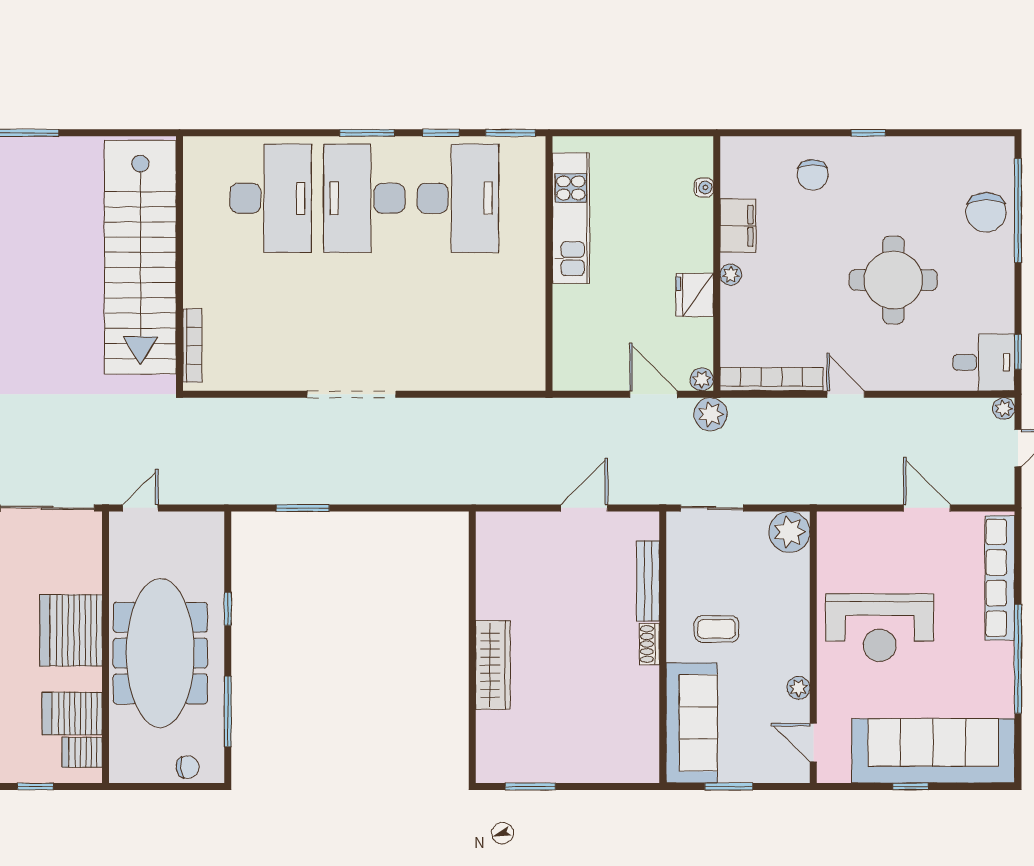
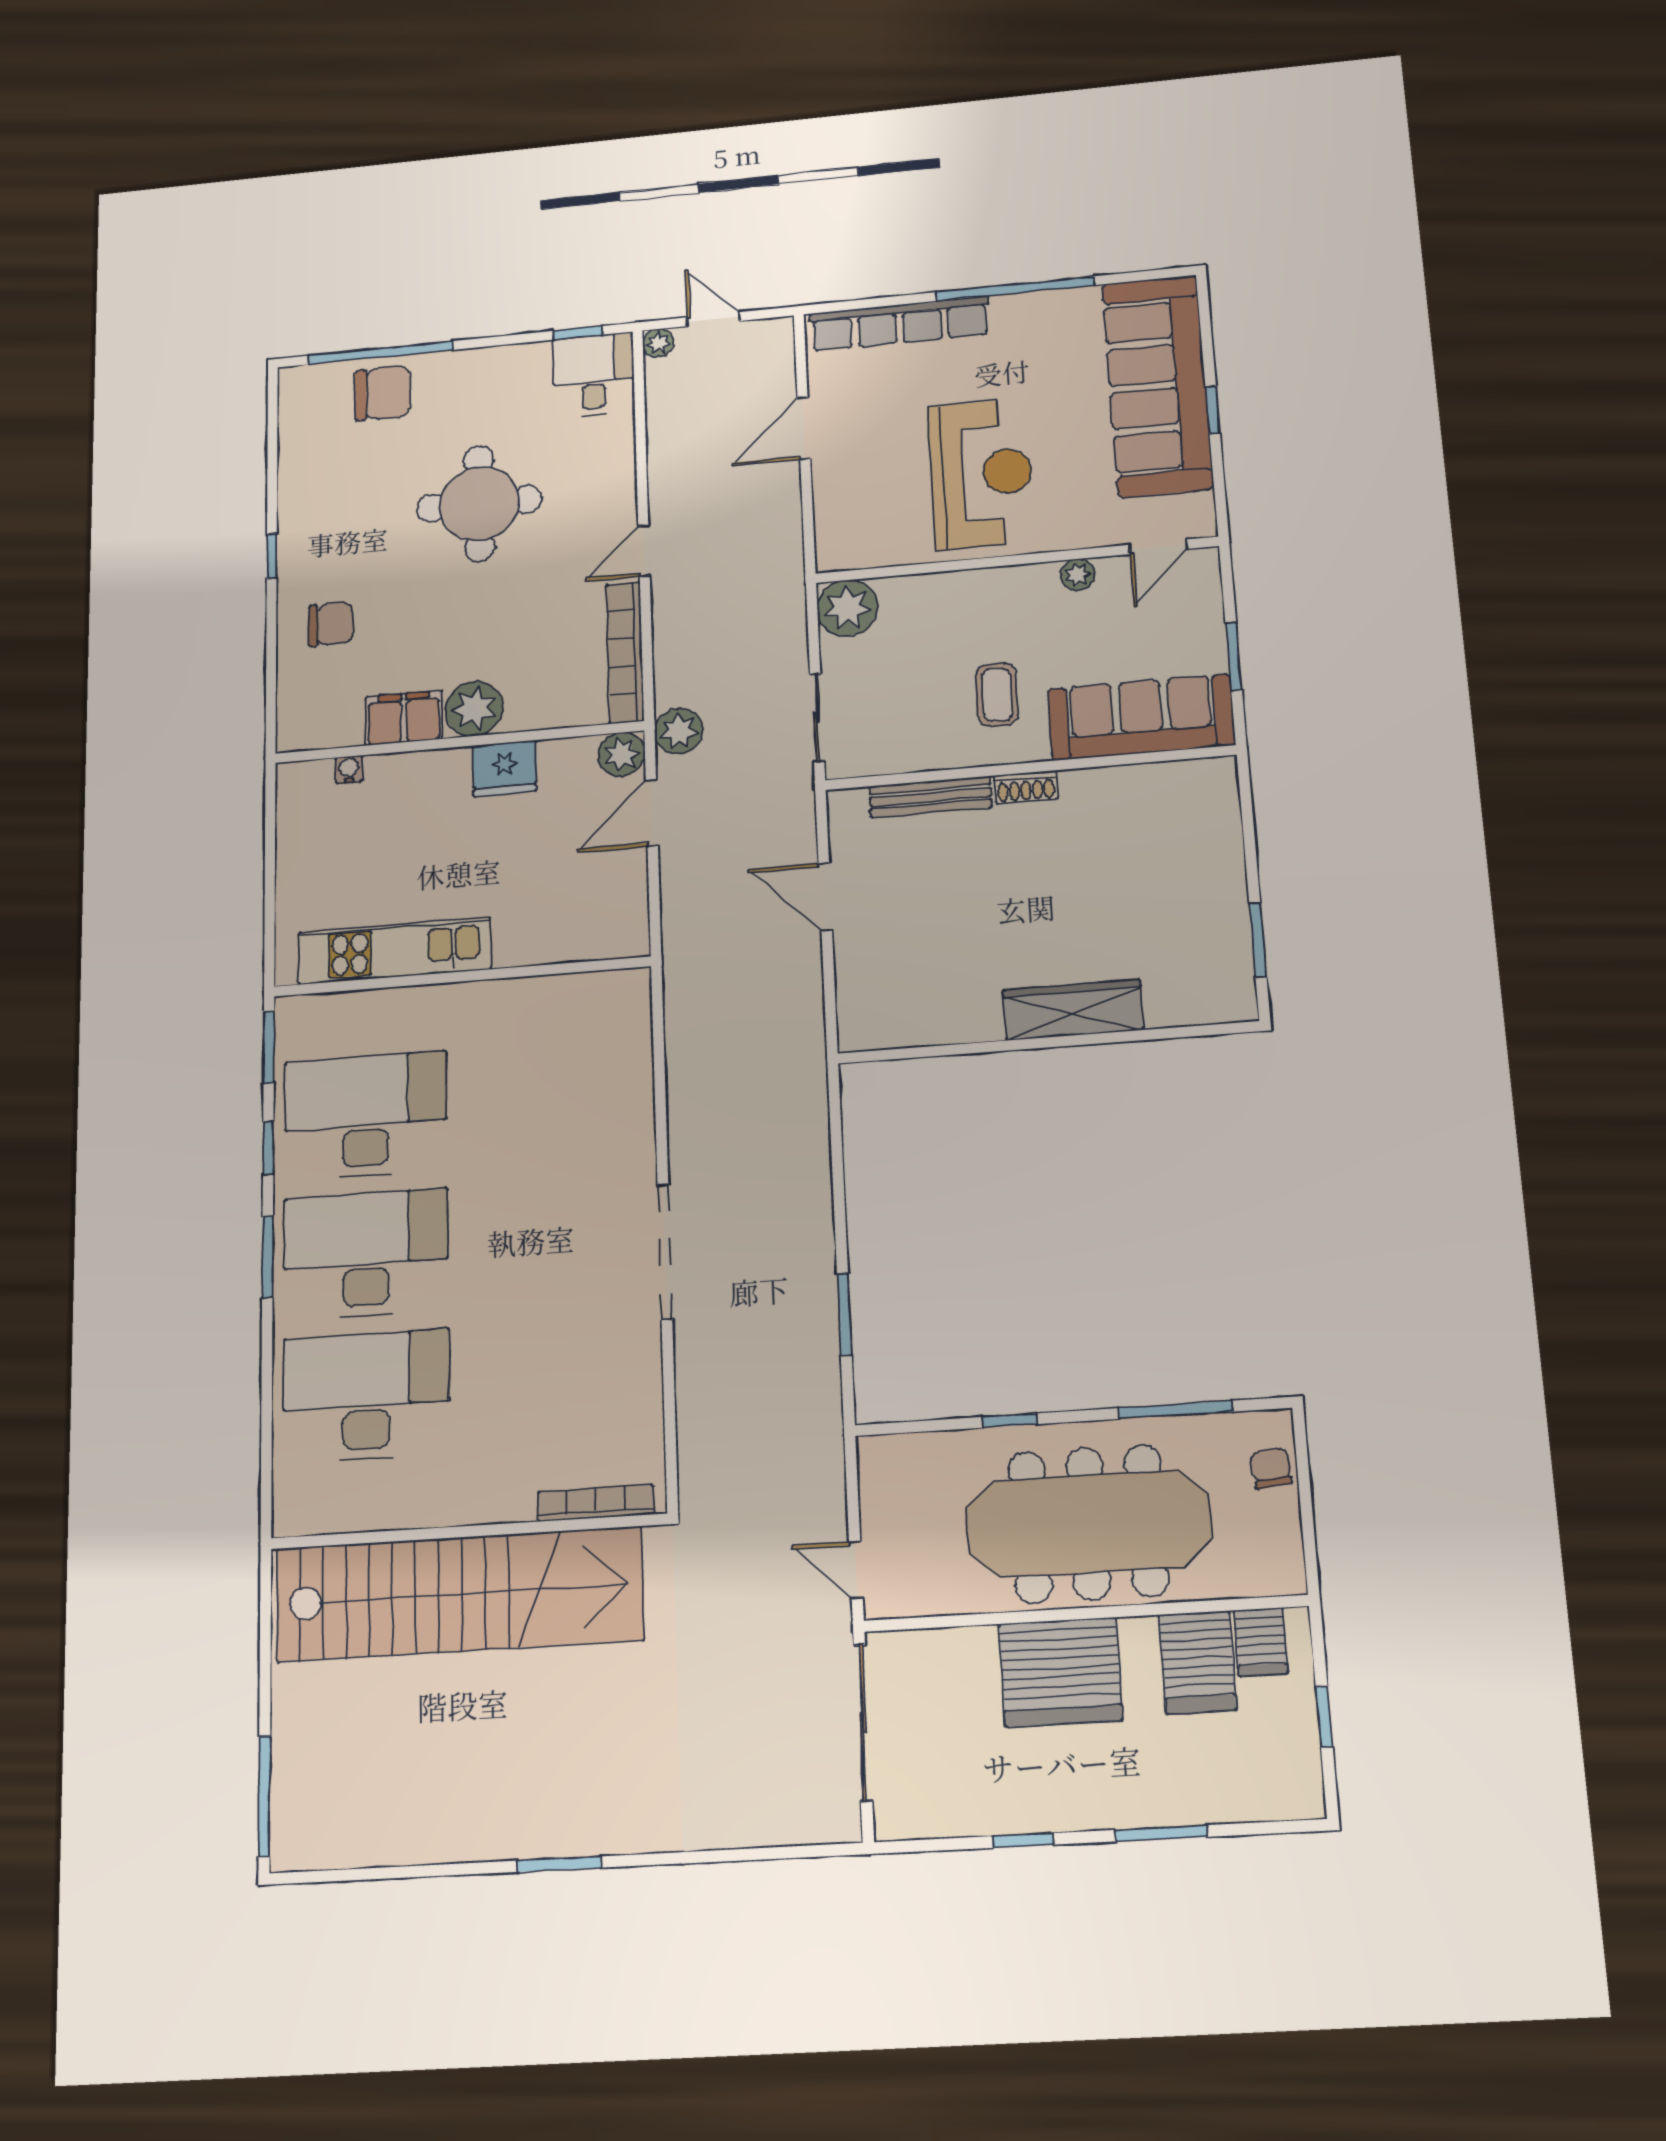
desk: (364, 198) -> (366, 1254), turned 180
plant: (731, 275) -> (474, 709), width x1.87, depth x1.87
plant: (702, 379) -> (622, 754), width x1.38, depth x1.38

